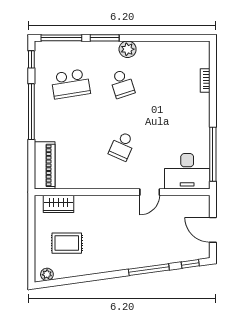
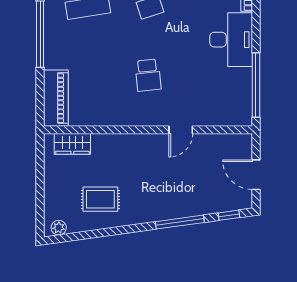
school desk: (122, 146) -> (148, 75), turned -30
desk: (187, 171) -> (231, 40), moved, turned -90
rug: (67, 243) -> (100, 199), moved

